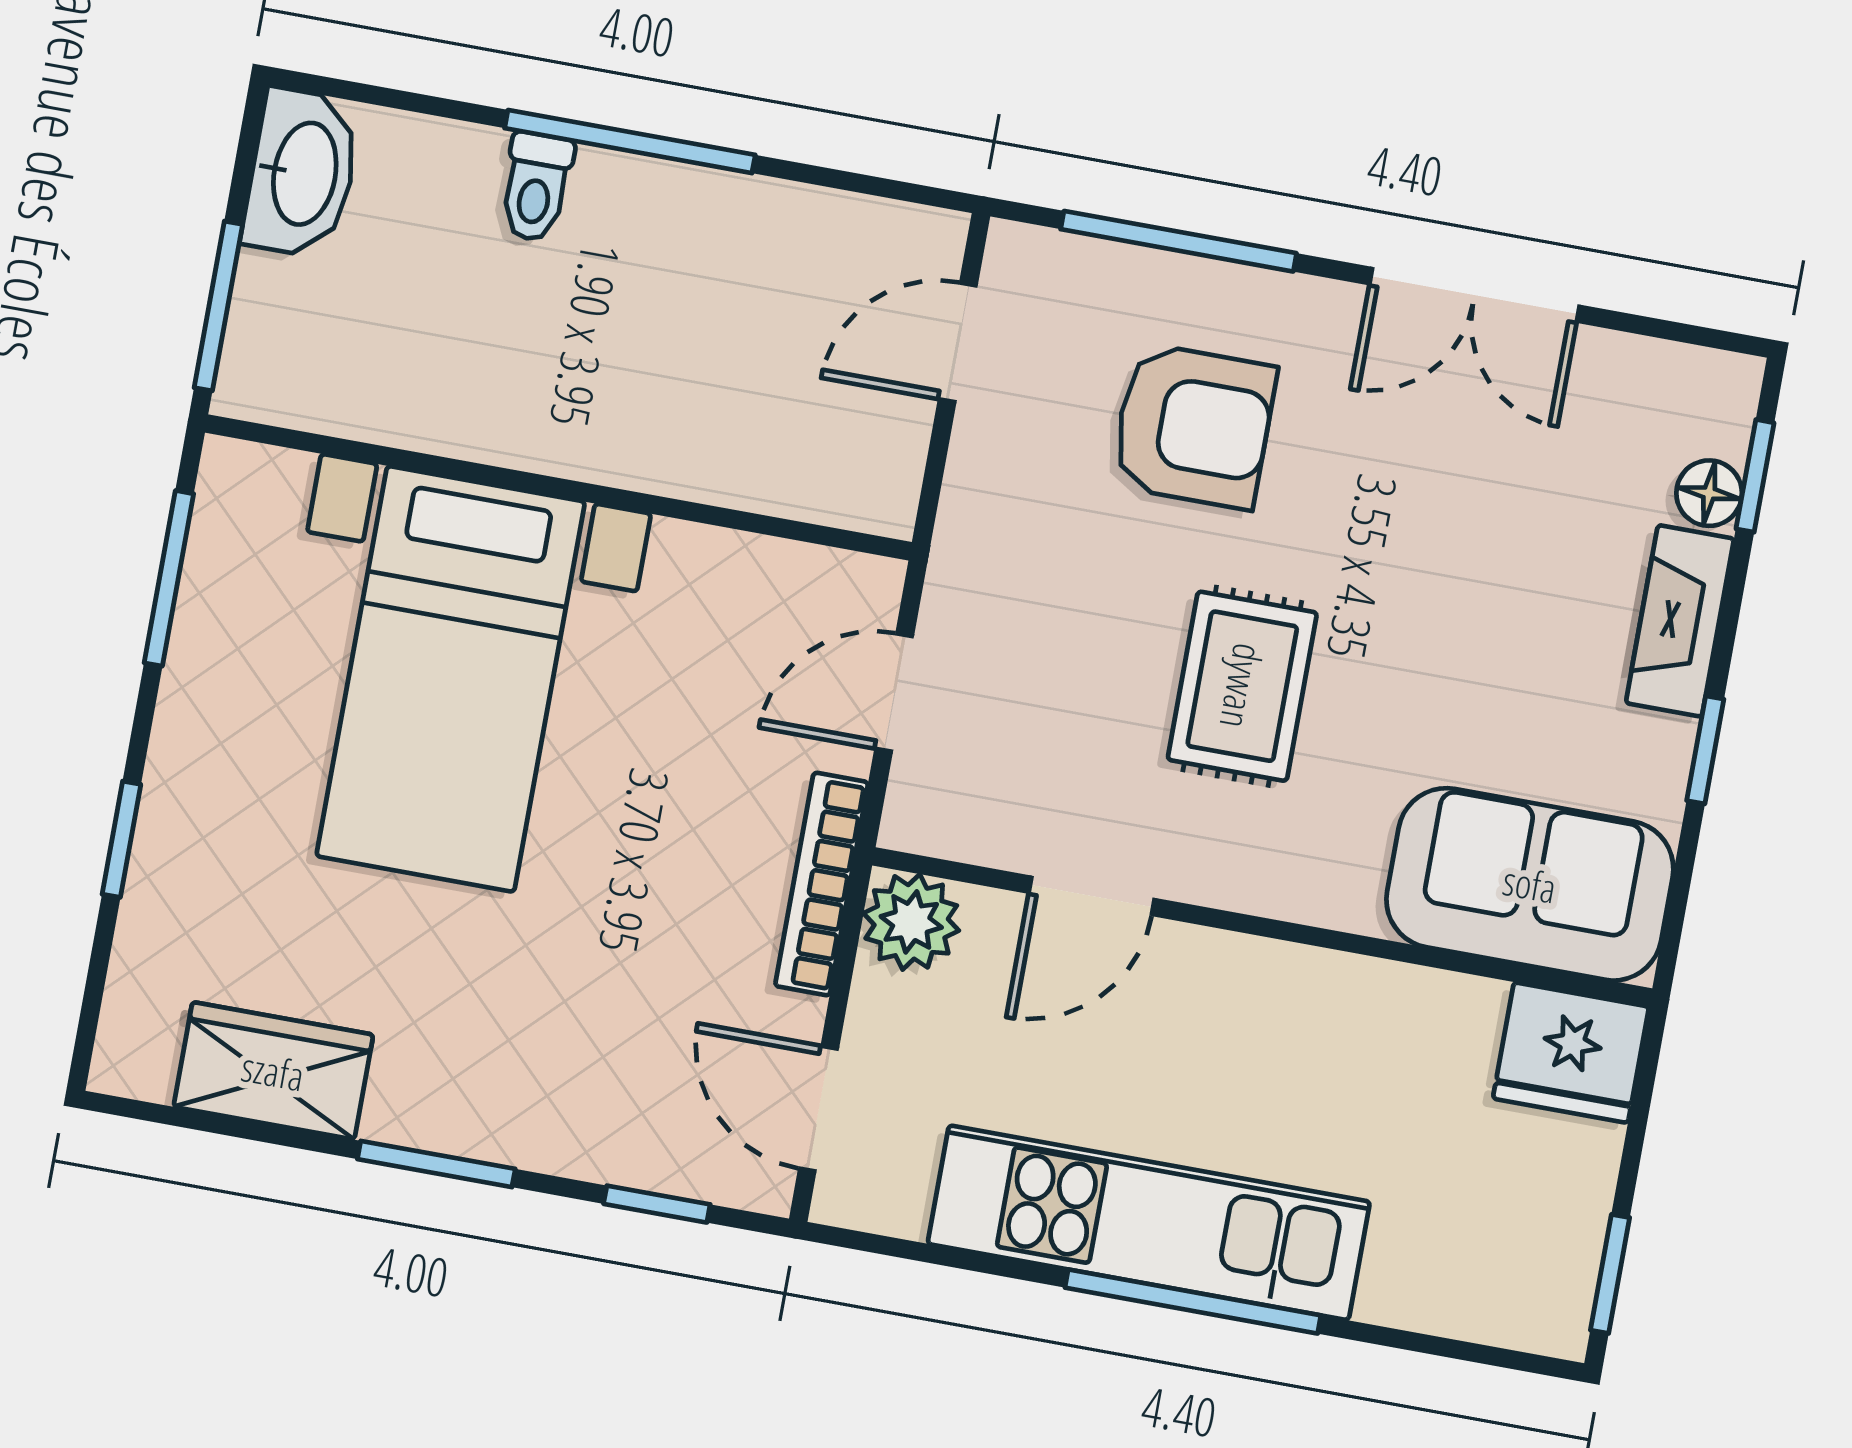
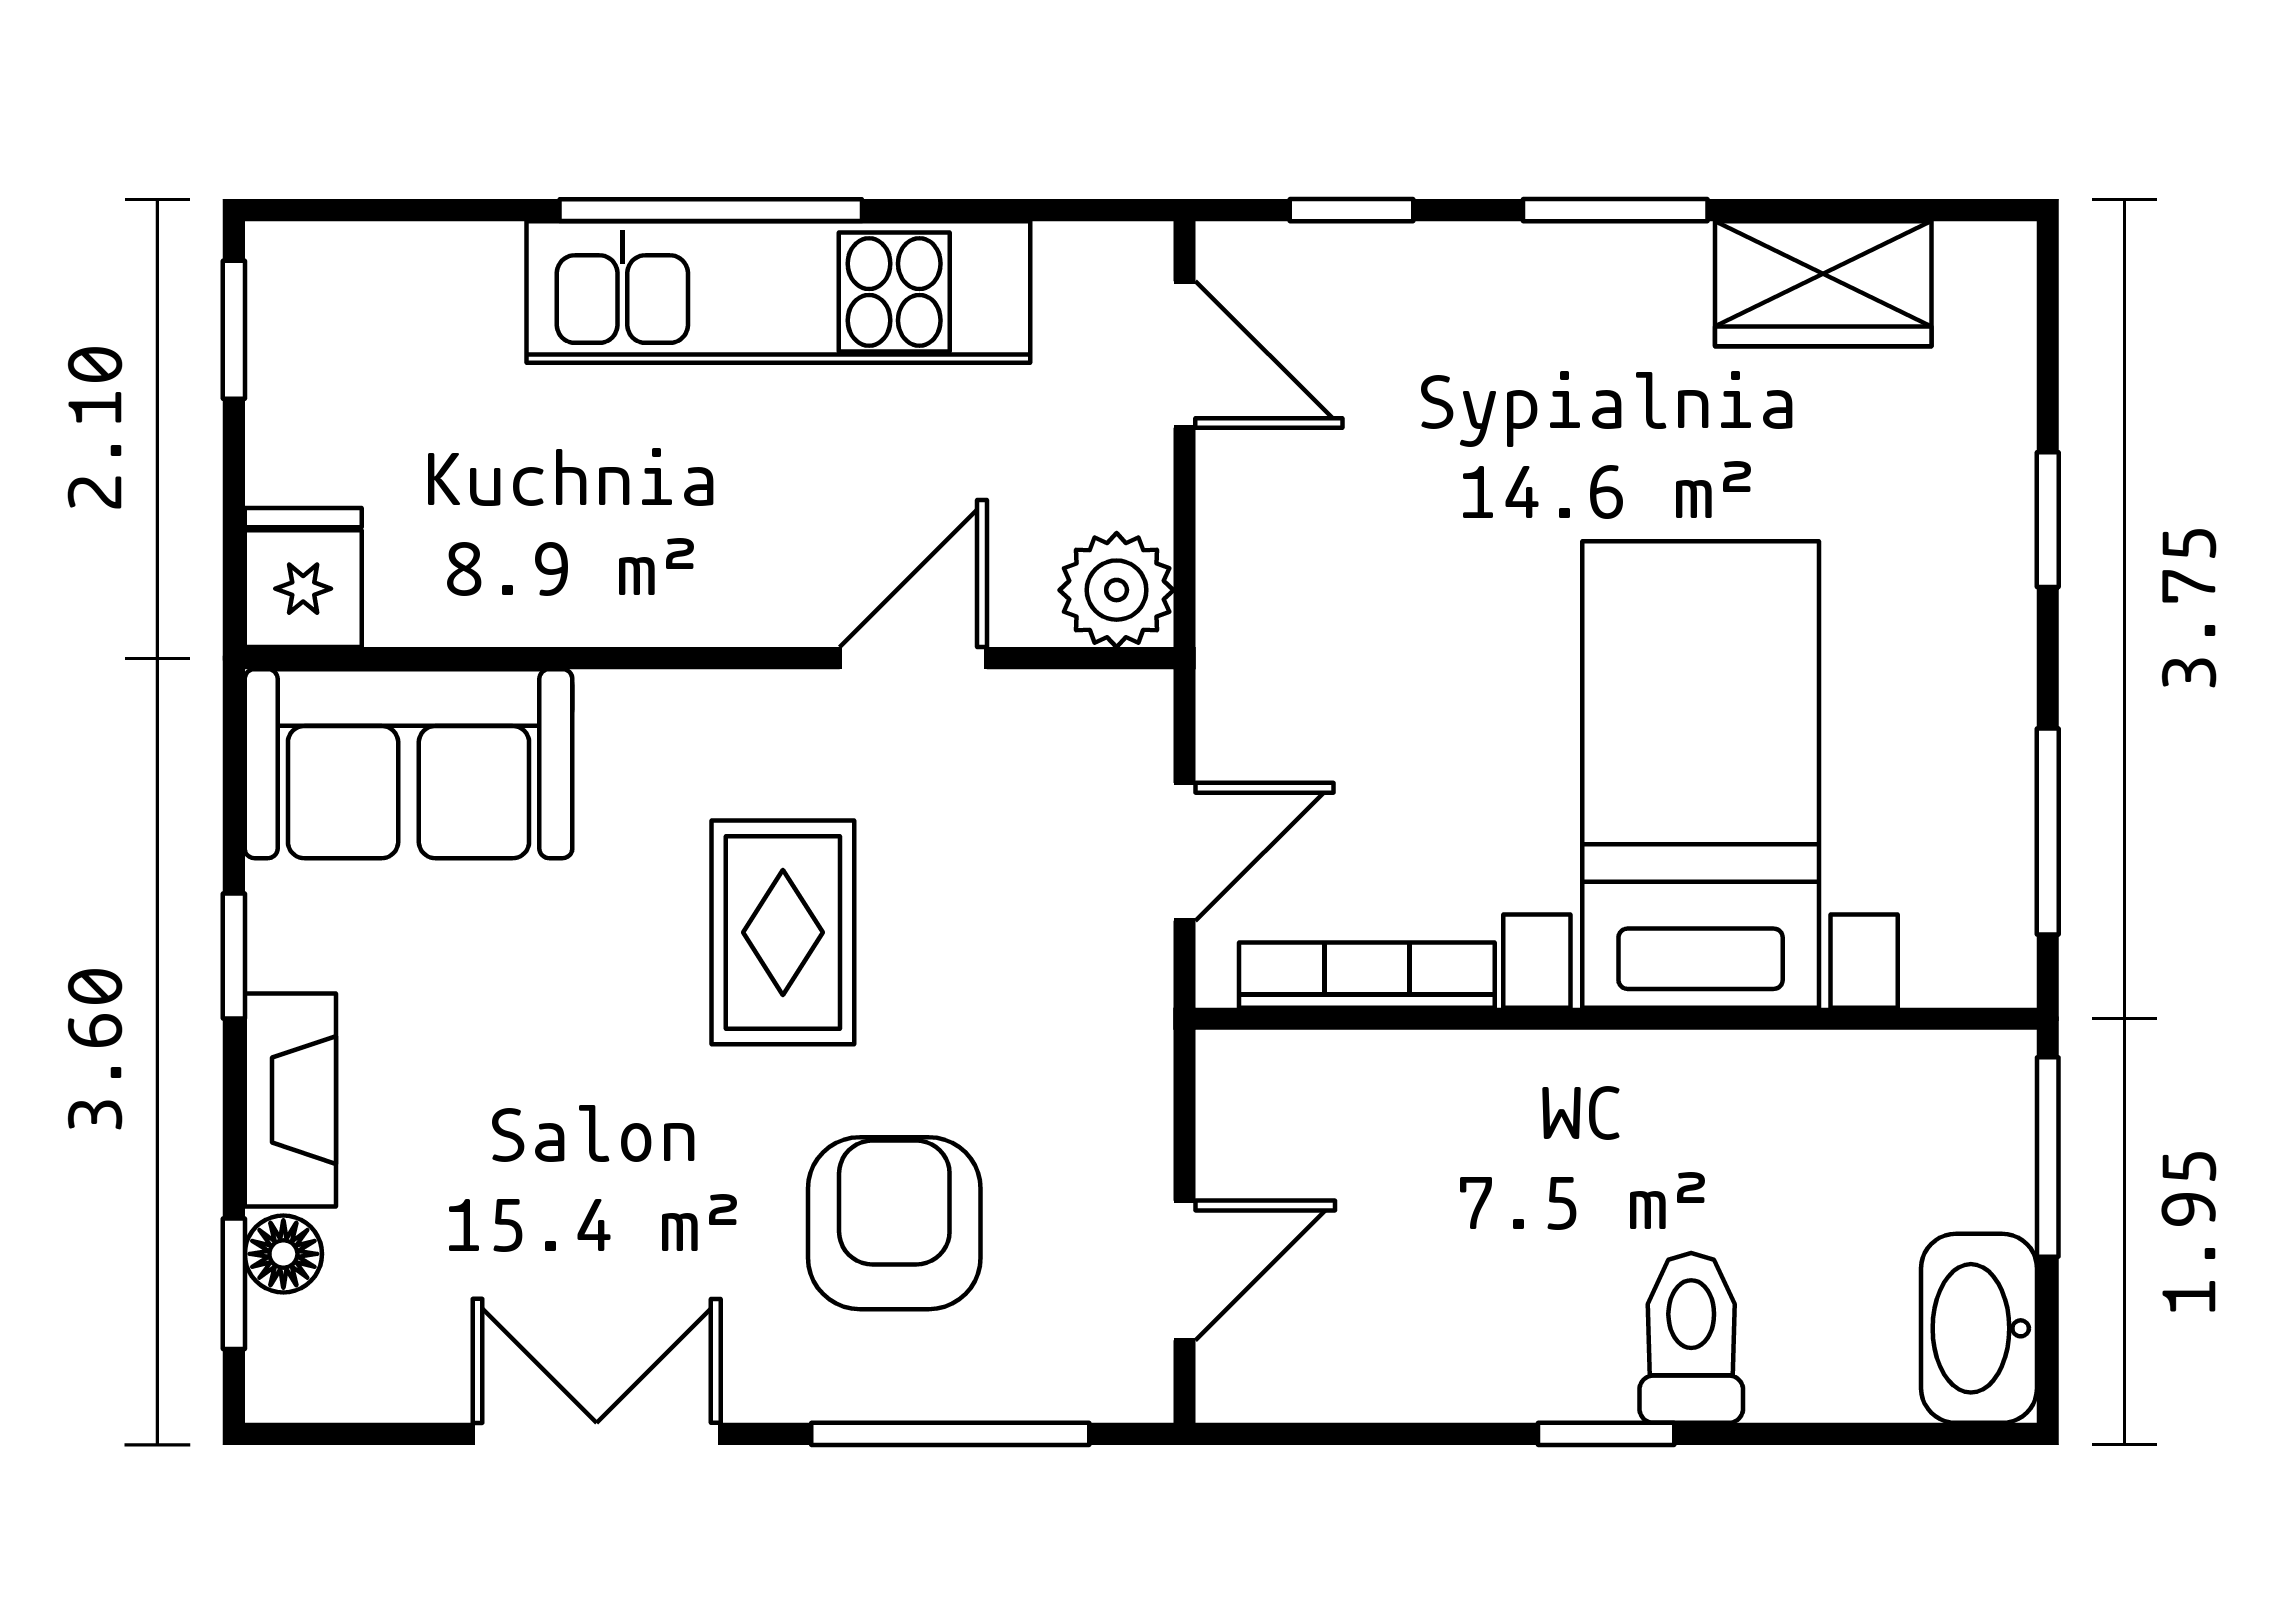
window: (630, 142) -> (1606, 1434), width x0.46
toilet: (536, 187) -> (1691, 1338), width x1.37, depth x1.39
armchair: (1193, 426) -> (894, 1223), turned 90
bookcase: (822, 884) -> (1367, 975), moved, turned -90
fridge: (1571, 1053) -> (303, 578), width x0.72

